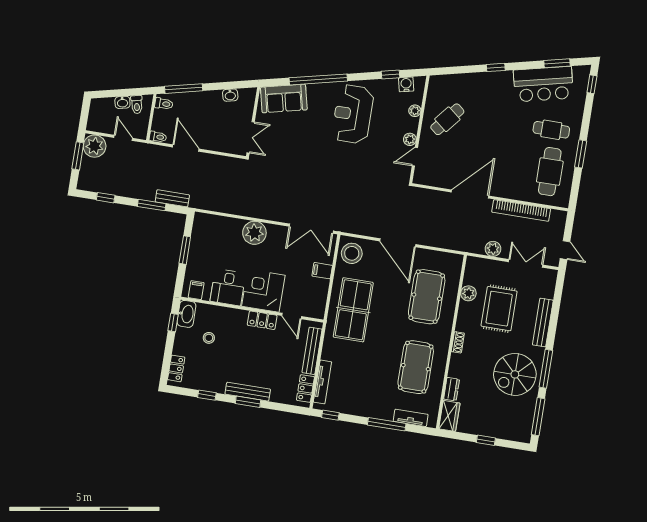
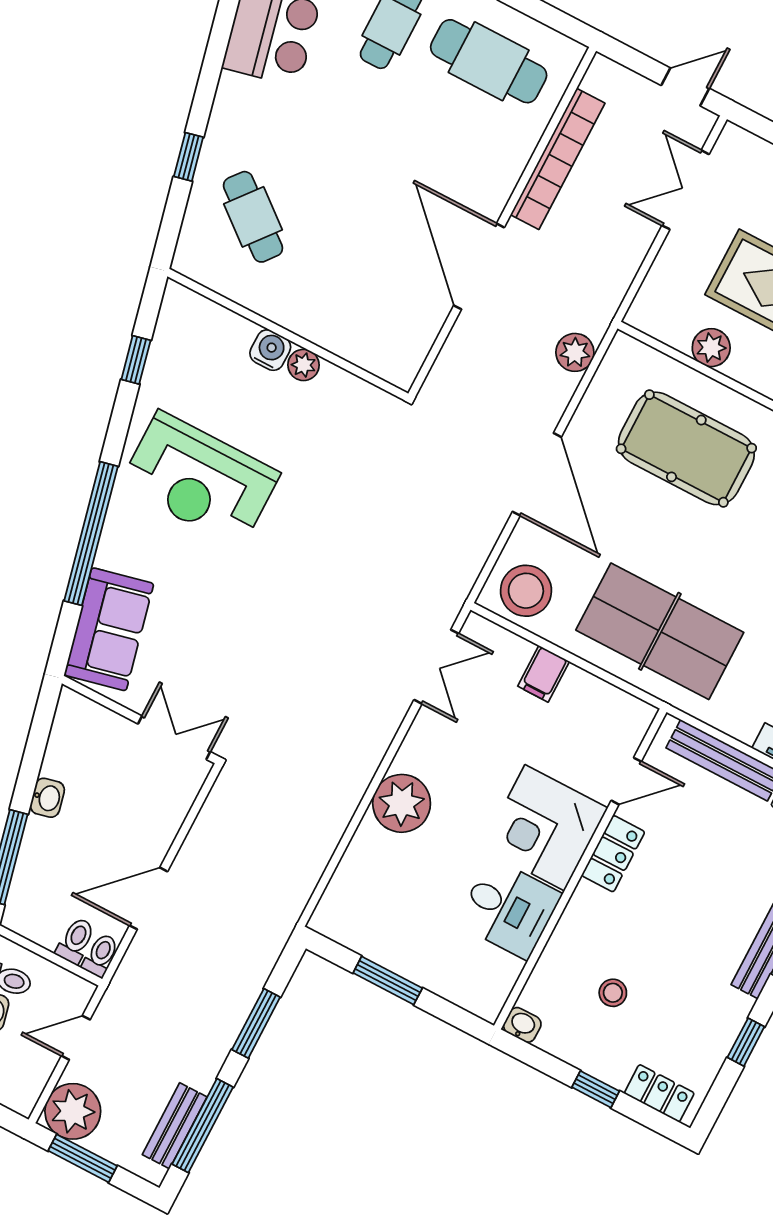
window: (496, 67) -> (189, 157), moved
water cooler: (406, 84) -> (270, 350), moved, turned 103
washbasin: (230, 95) -> (47, 798), moved
toilet: (164, 104) -> (76, 941), moved
plant: (415, 111) -> (240, 331), removed
cafe table: (447, 119) -> (253, 217), moved
door: (415, 157) -> (349, 367), removed
window: (106, 198) -> (203, 1126), width x2.17
bench: (172, 198) -> (175, 1126), moved
double door: (311, 229) -> (436, 667), width x0.73
door: (398, 243) -> (537, 474), hinge flipped
plant: (493, 249) -> (575, 352), moved
filing cabinet: (196, 290) -> (491, 985), removed
washbasin: (186, 314) -> (522, 1025), width x0.52, depth x0.69
window: (173, 322) -> (596, 1089), moved

